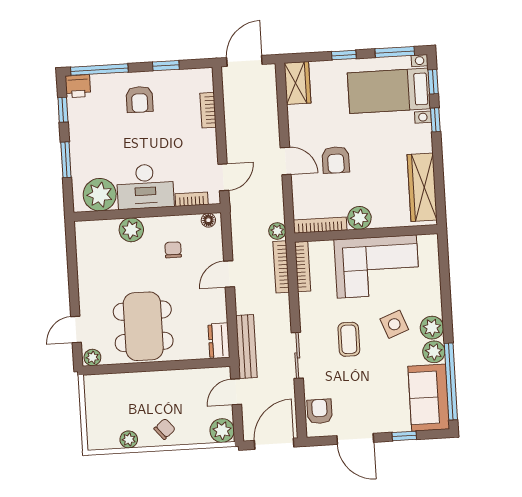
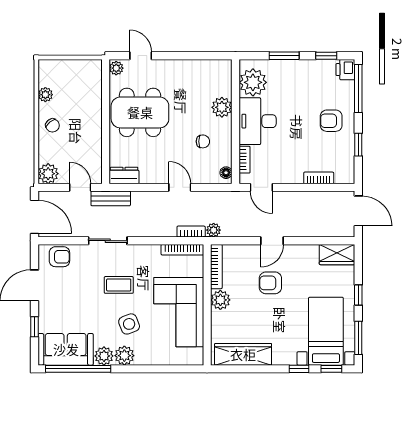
bookcase: (281, 267) -> (191, 232), width x0.64
bench: (246, 346) -> (111, 198), width x0.73

